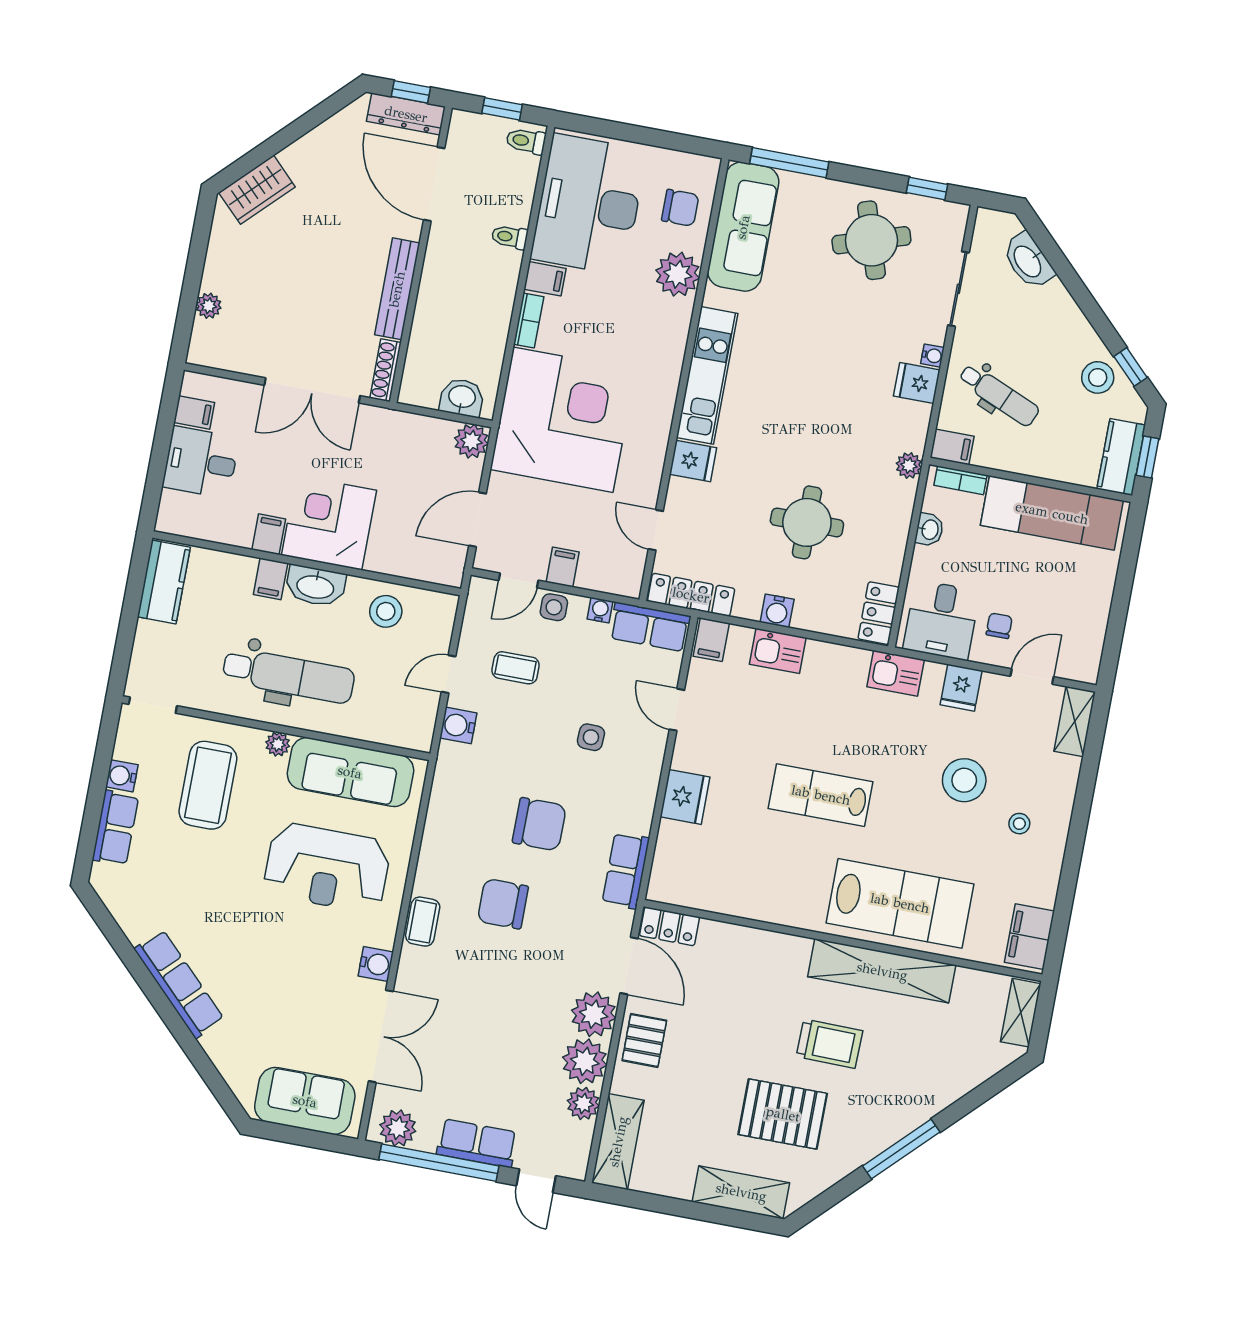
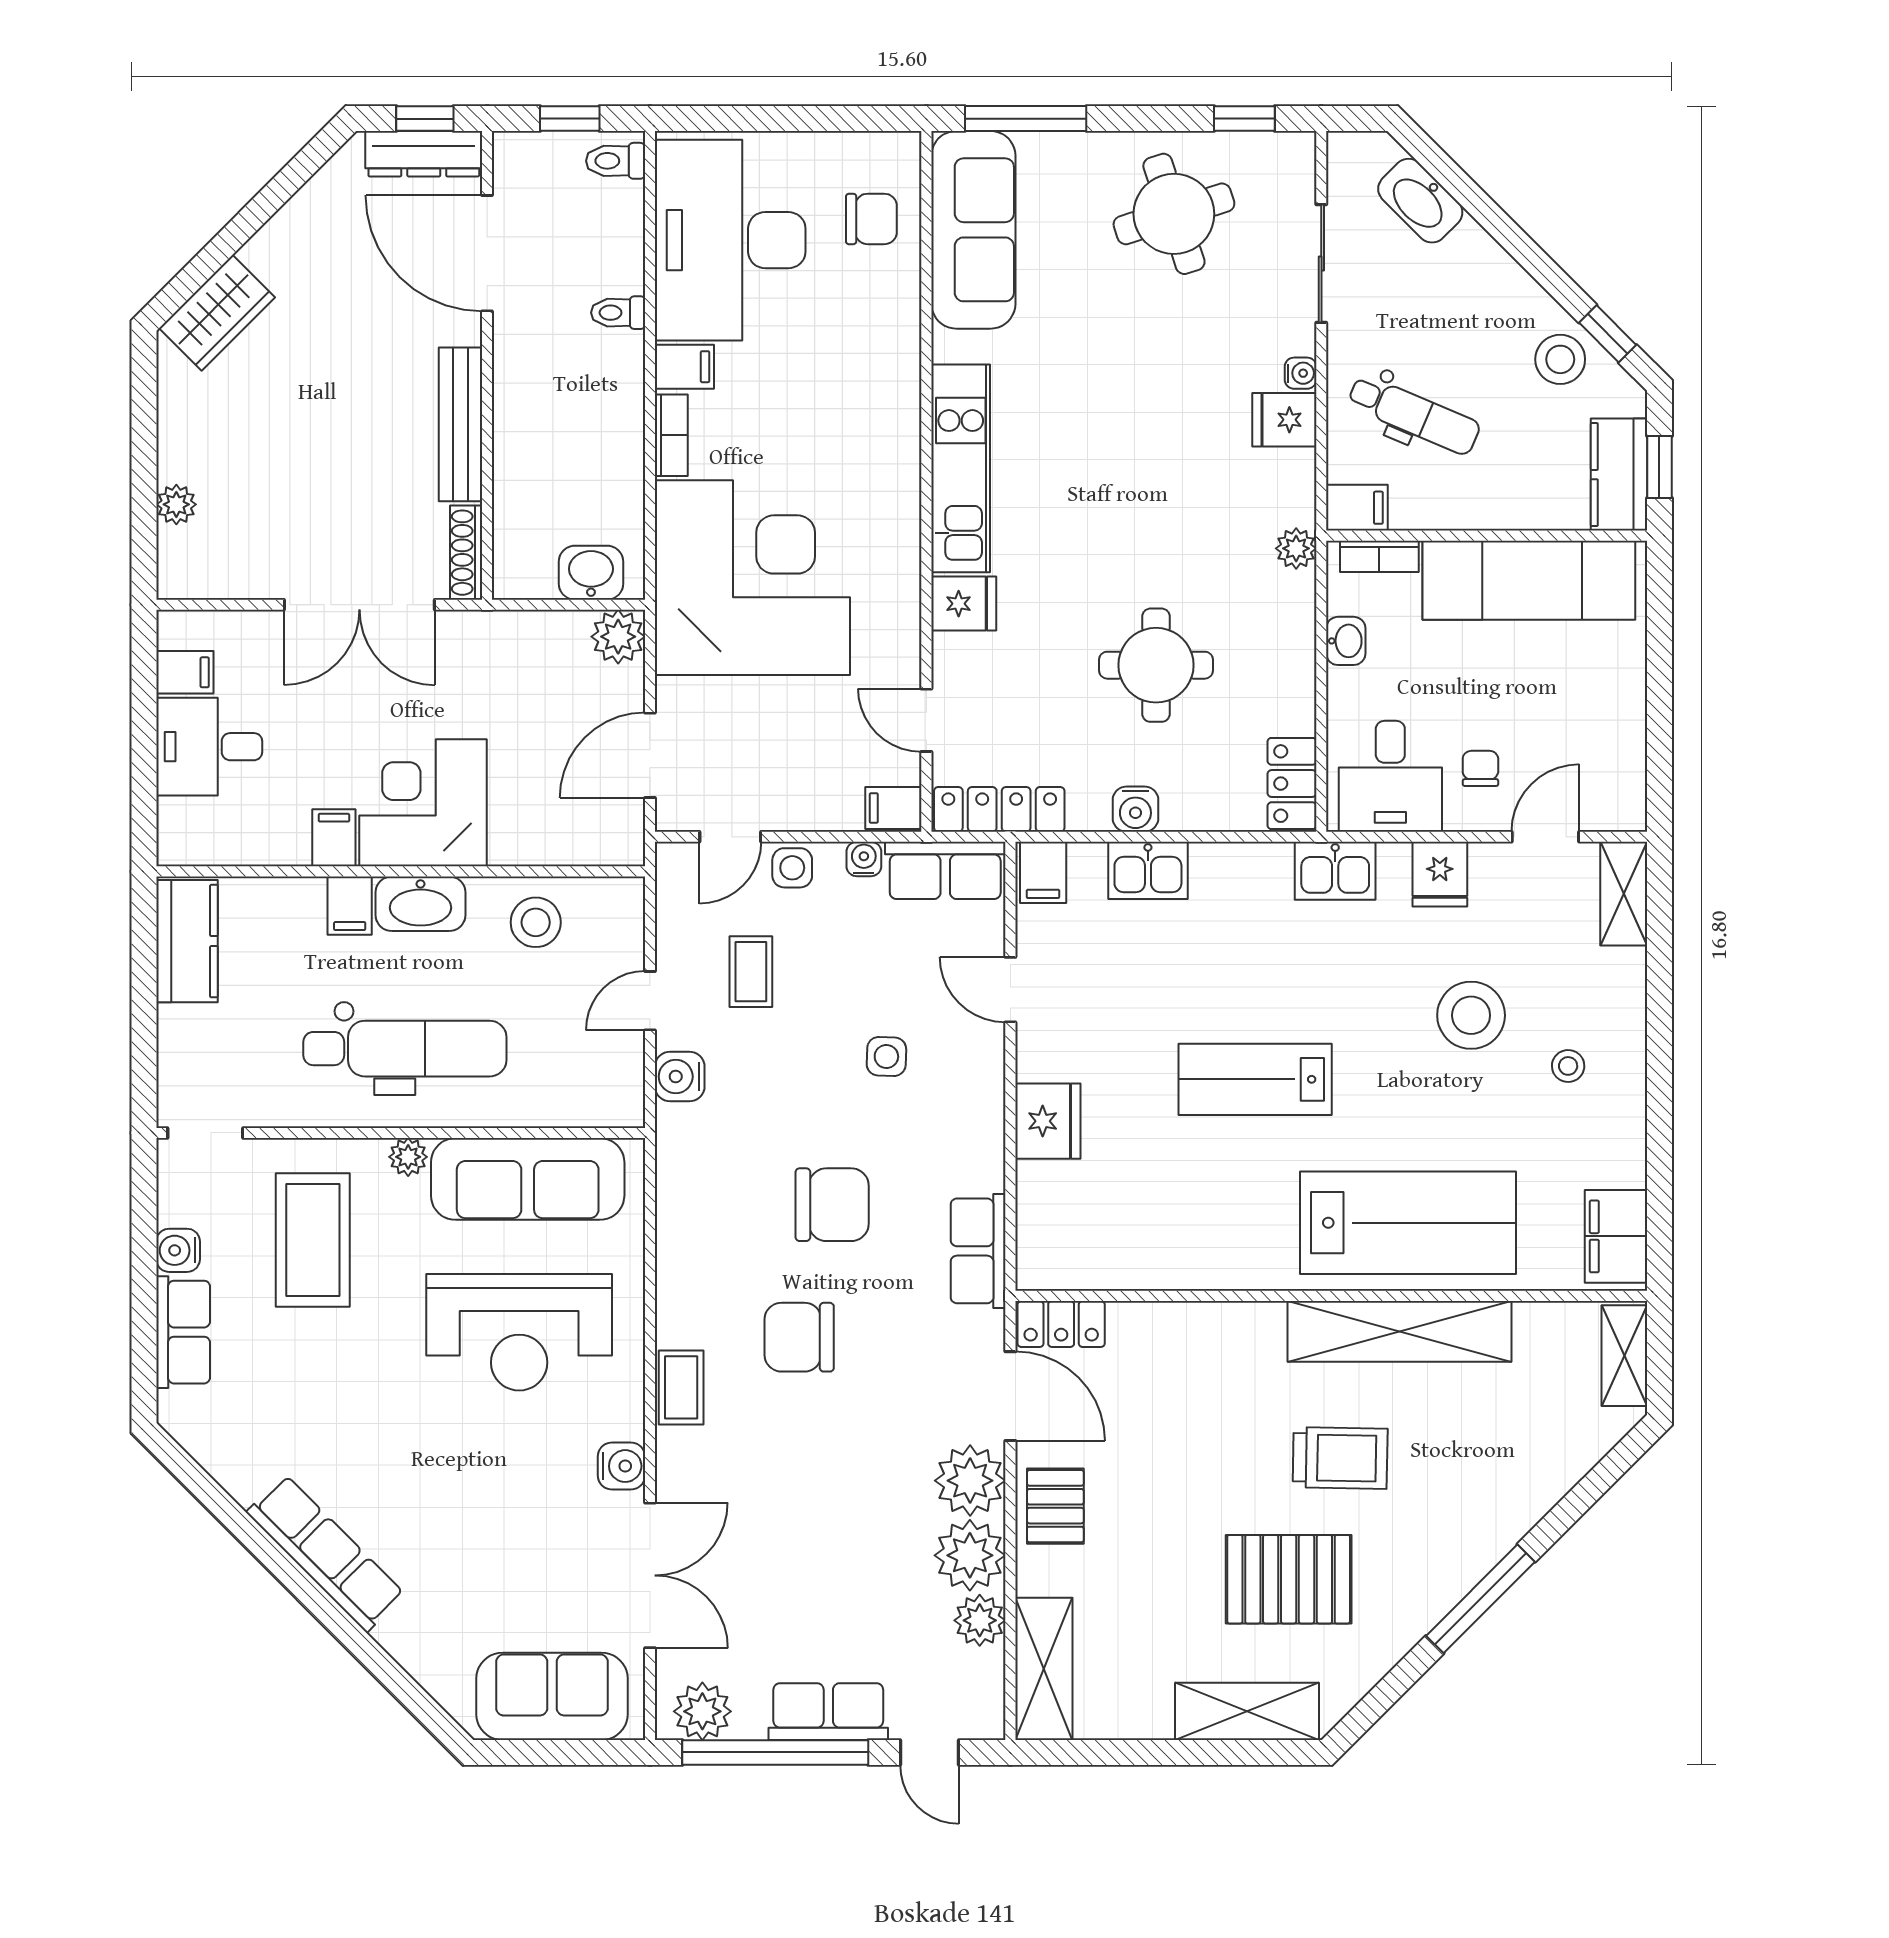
plant: (678, 274) -> (886, 322), removed
filing cabinet: (563, 567) -> (893, 808), moved, turned -90
coffee table: (516, 668) -> (751, 972), turned 90

